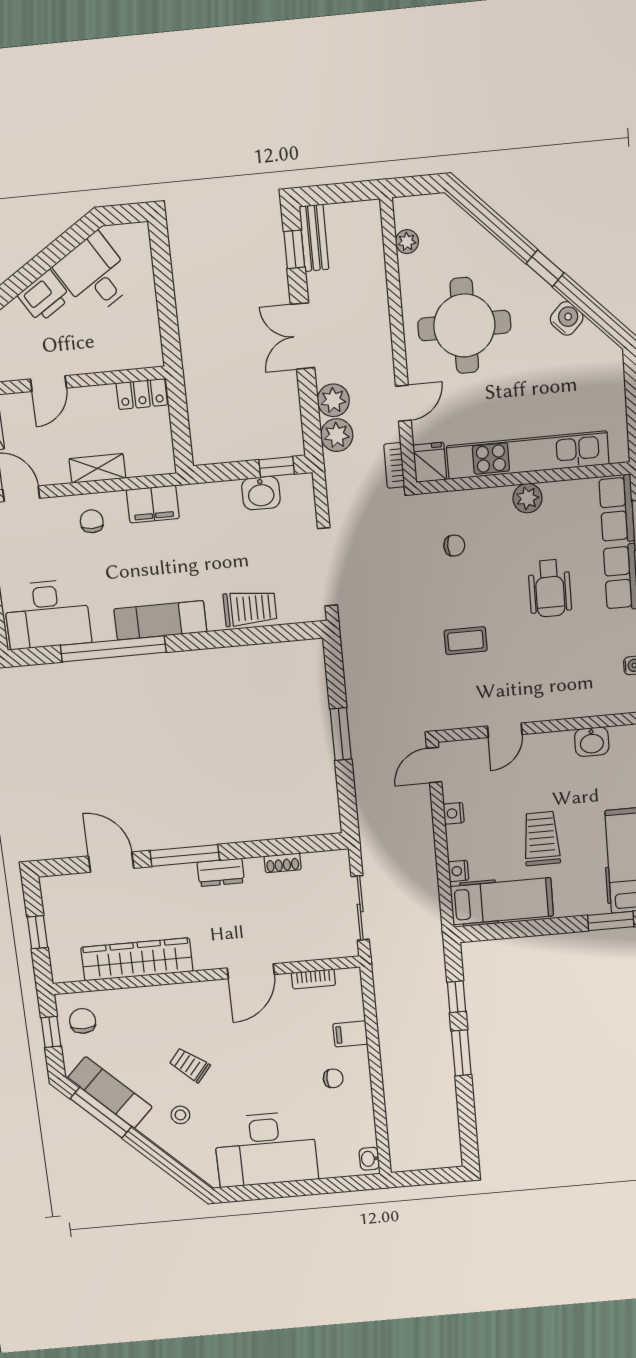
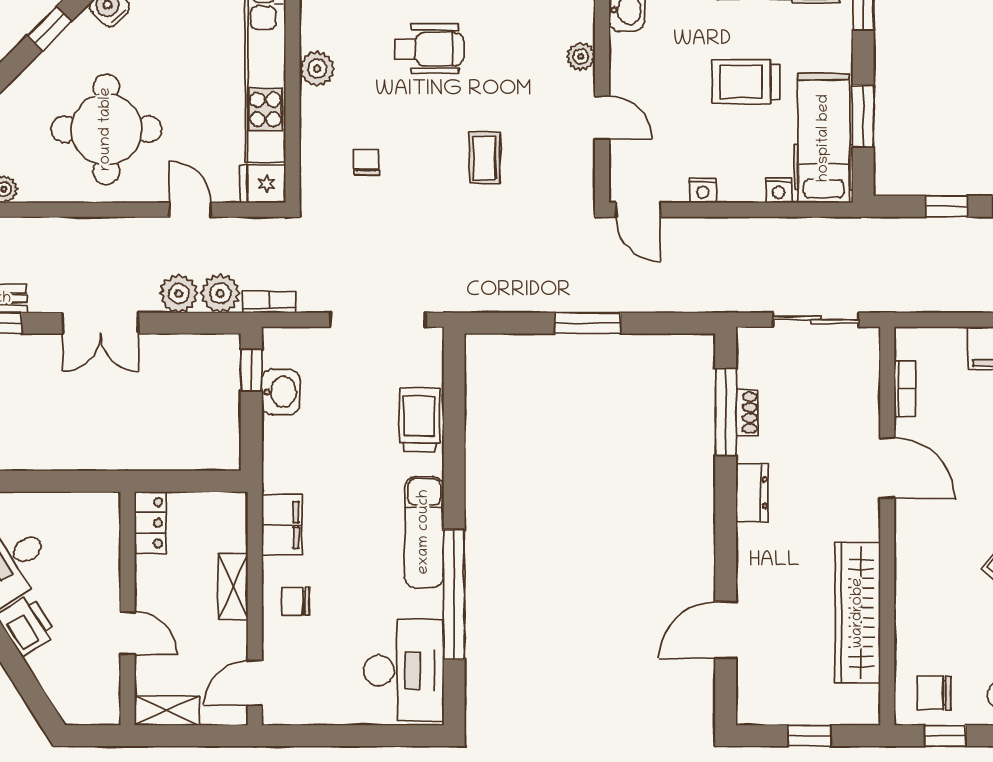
bookcase: (394, 465) -> (269, 302), moved, turned 180
plant: (552, 709) -> (581, 56), added
window: (185, 855) -> (726, 412), moved
window: (521, 929) -> (863, 116), added

